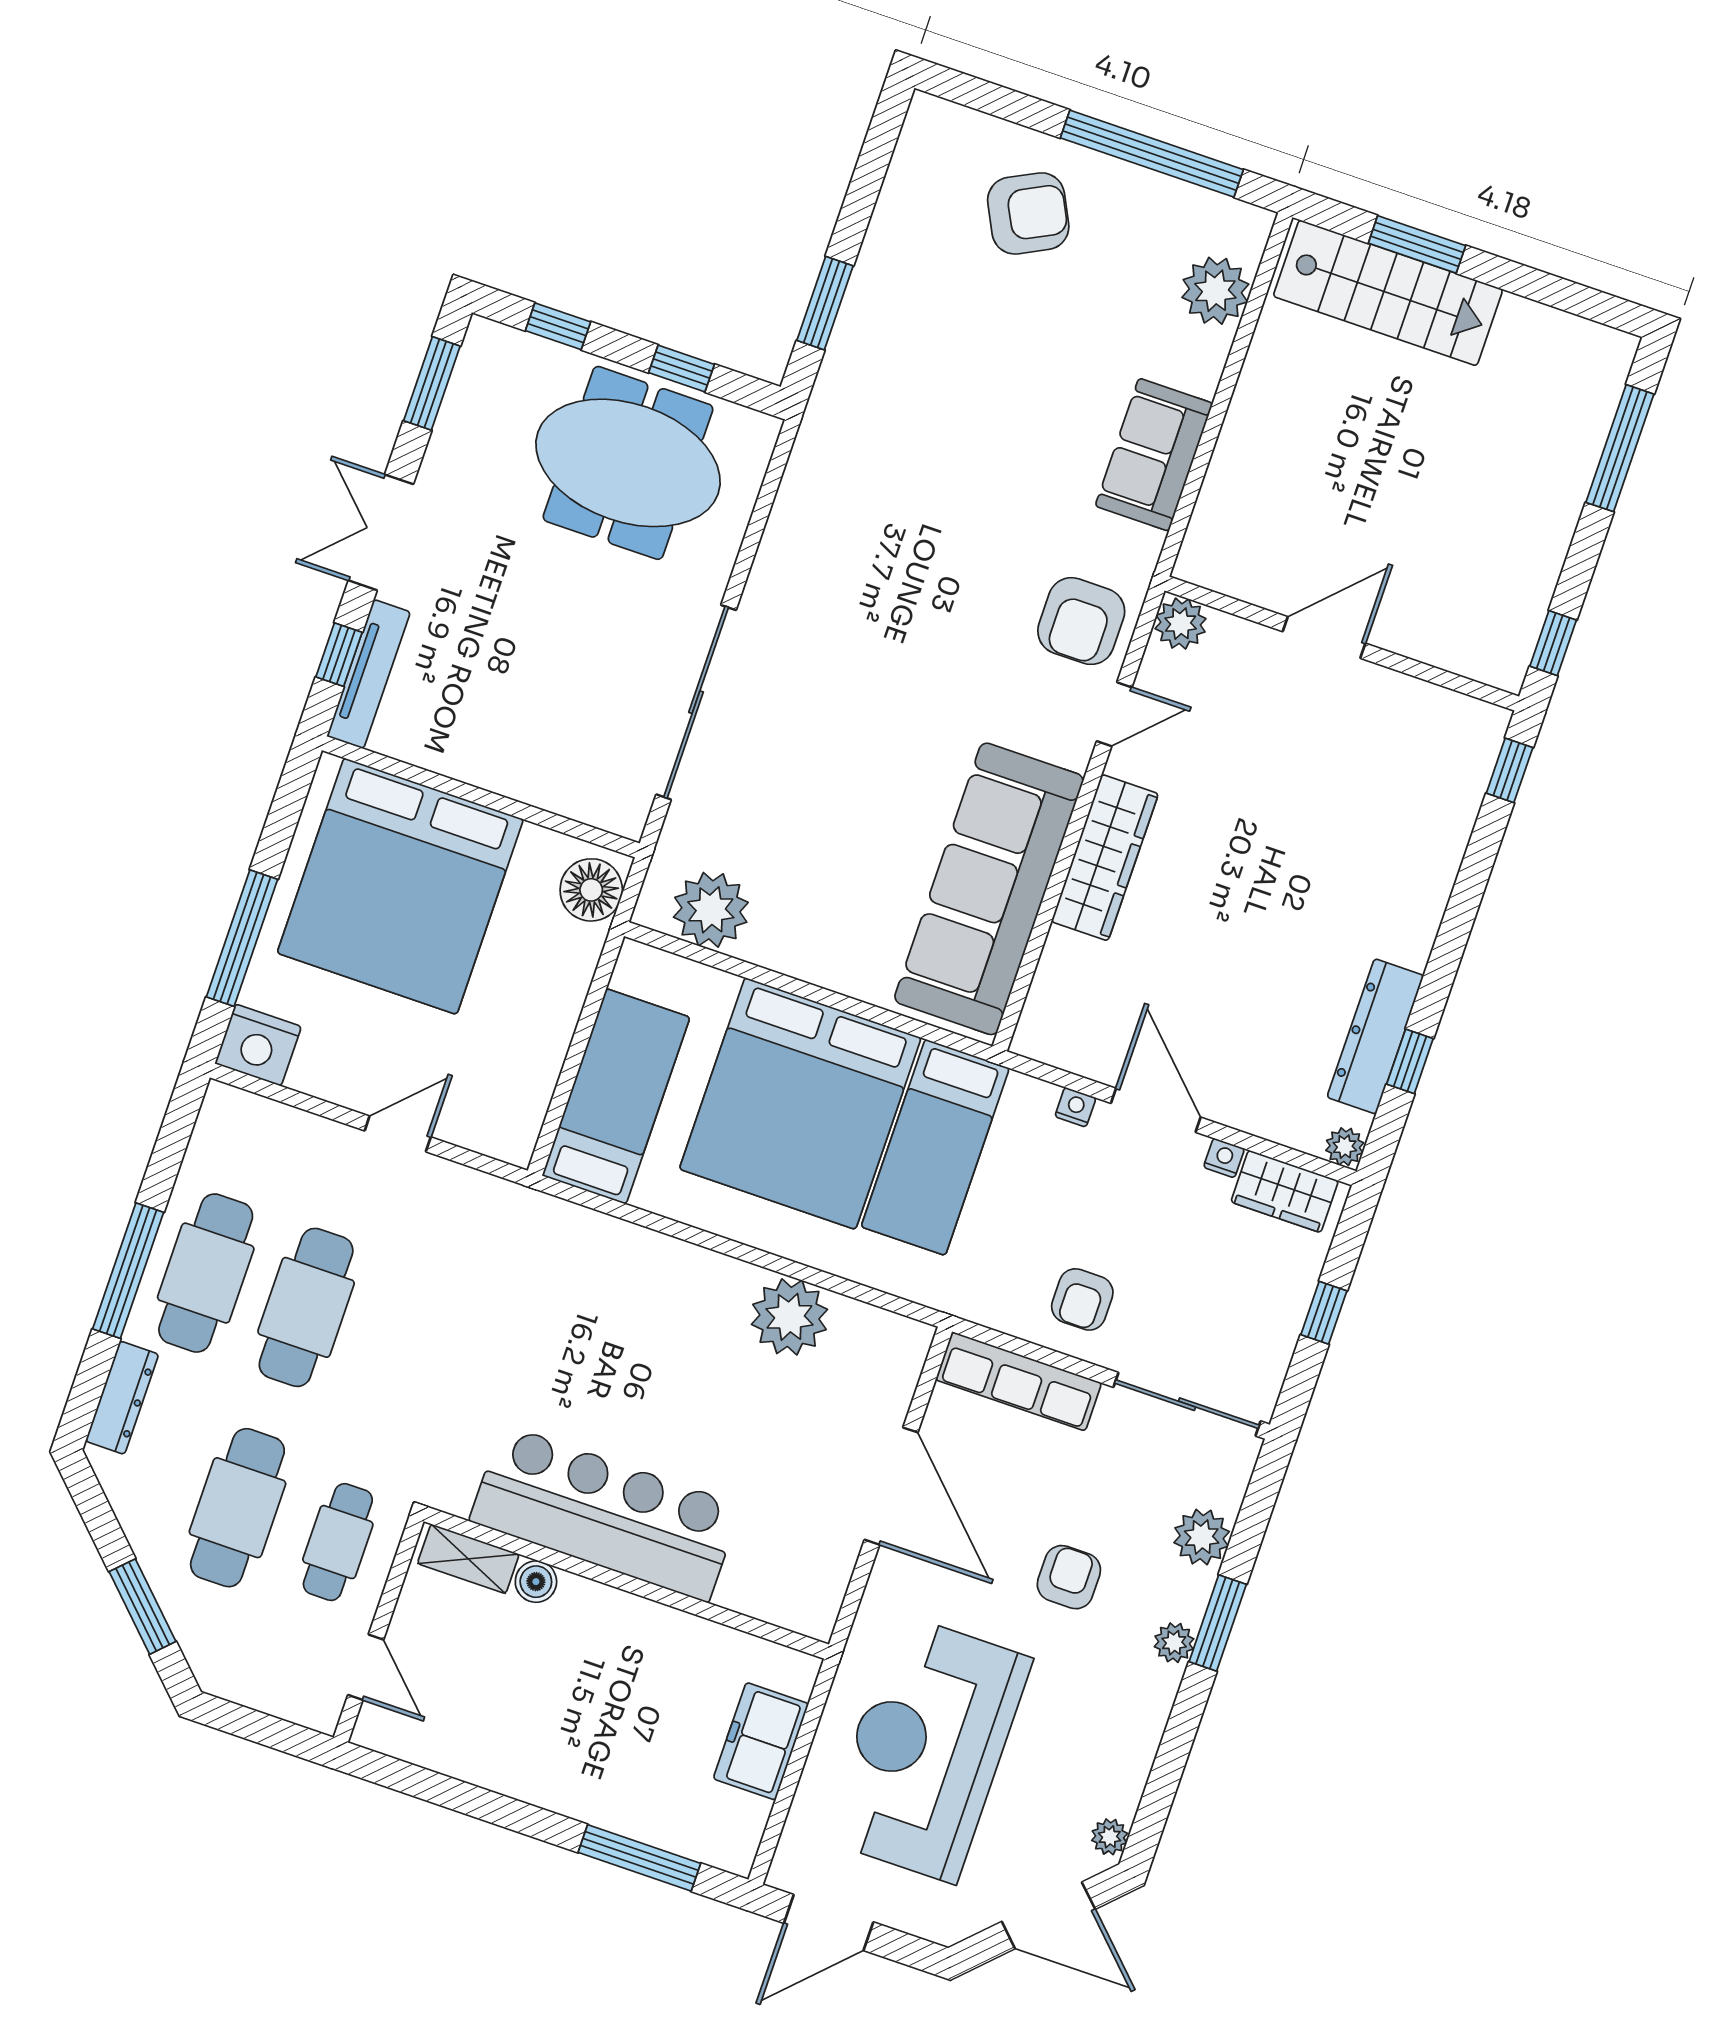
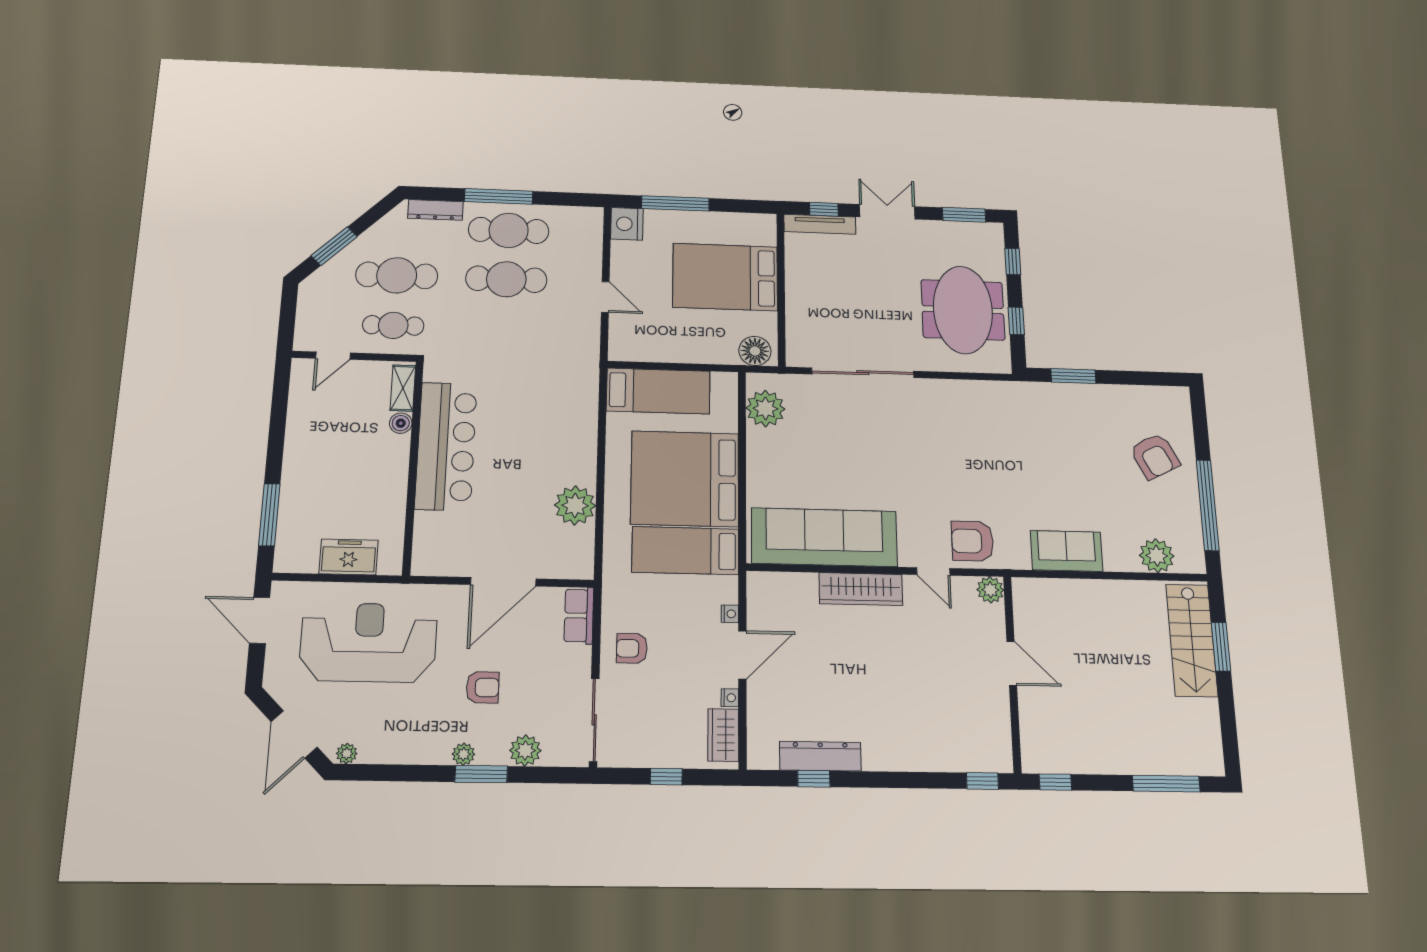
bed: (400, 886) -> (725, 277), width x0.73
plant: (1345, 1147) -> (757, 759), removed
row of seats: (1019, 1381) -> (579, 616), width x0.68

